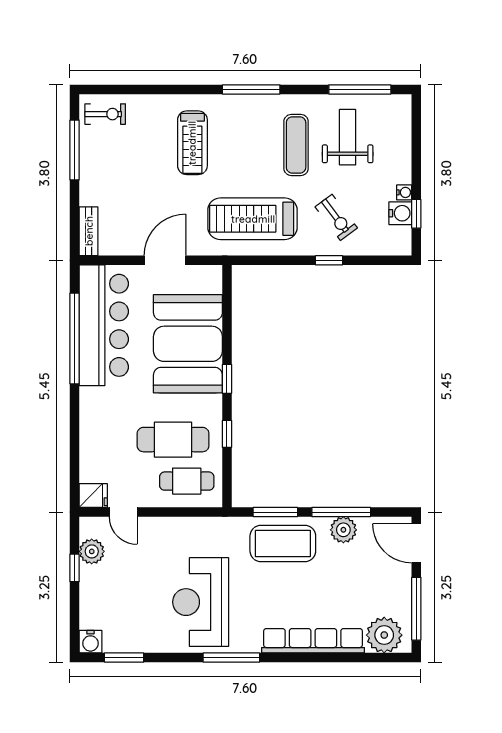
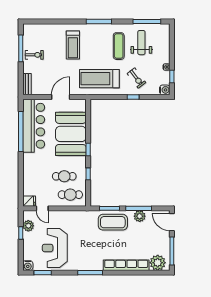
exercise bike: (105, 114) -> (34, 55), moved
water cooler: (400, 213) -> (165, 90), moved
cafe table: (173, 440) -> (64, 176), width x0.73, depth x0.74
reception desk: (201, 602) -> (55, 248), moved

